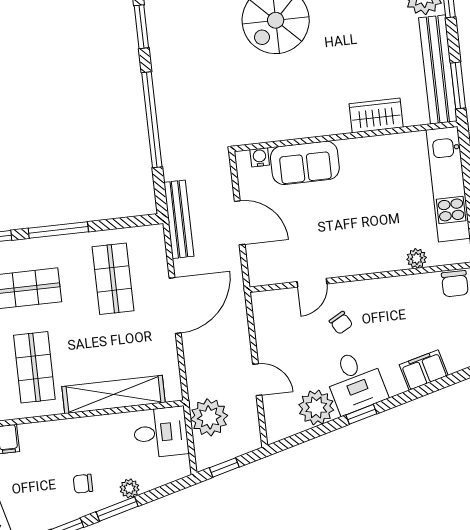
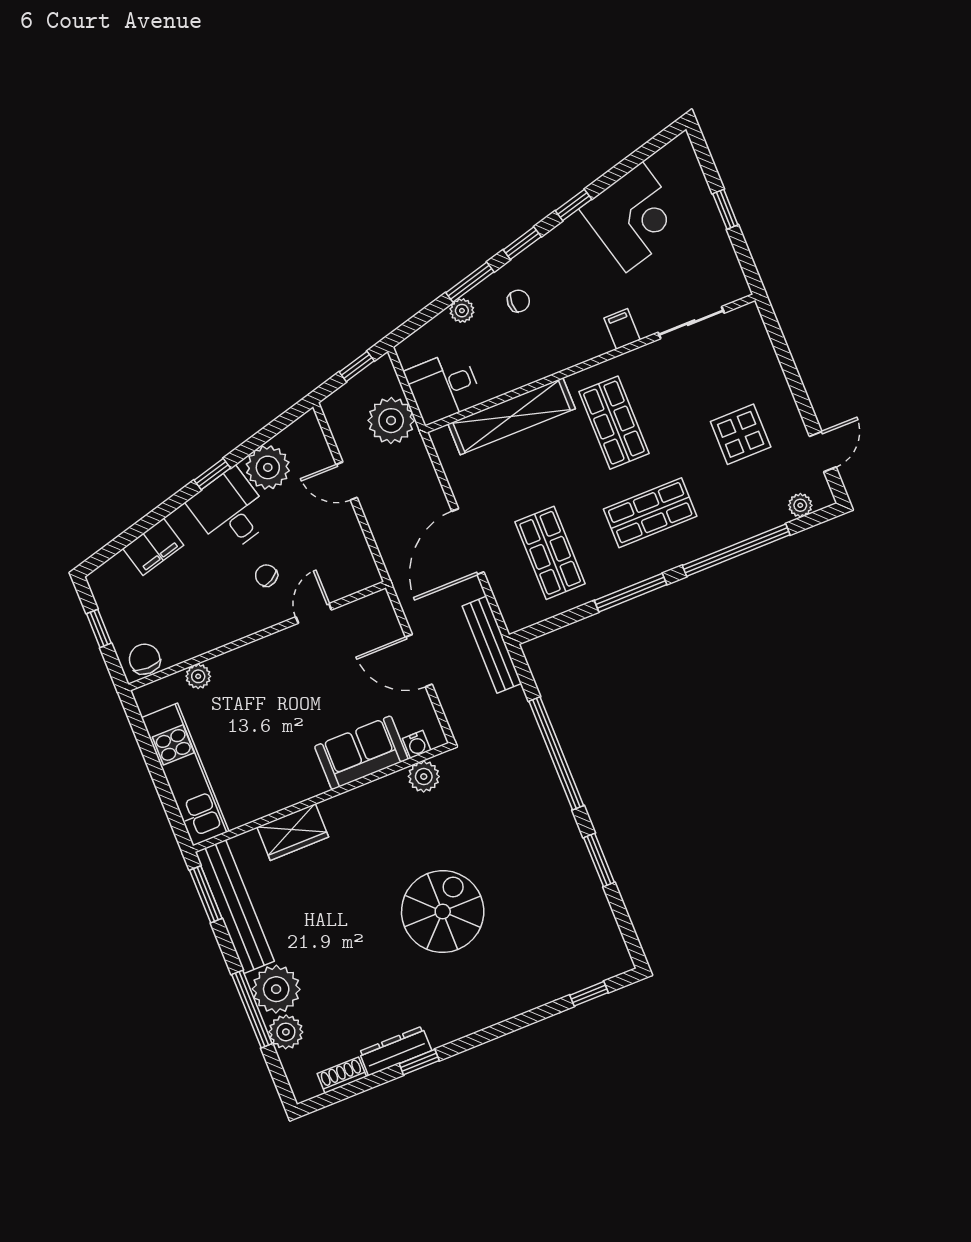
plant: (261, 130) -> (424, 777), added

